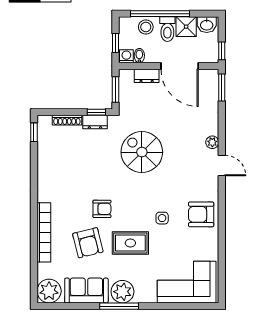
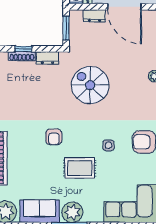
window: (96, 112) -> (23, 49), moved
armchair: (102, 209) -> (54, 137), turned 90
armchair: (88, 243) -> (41, 168), removed

